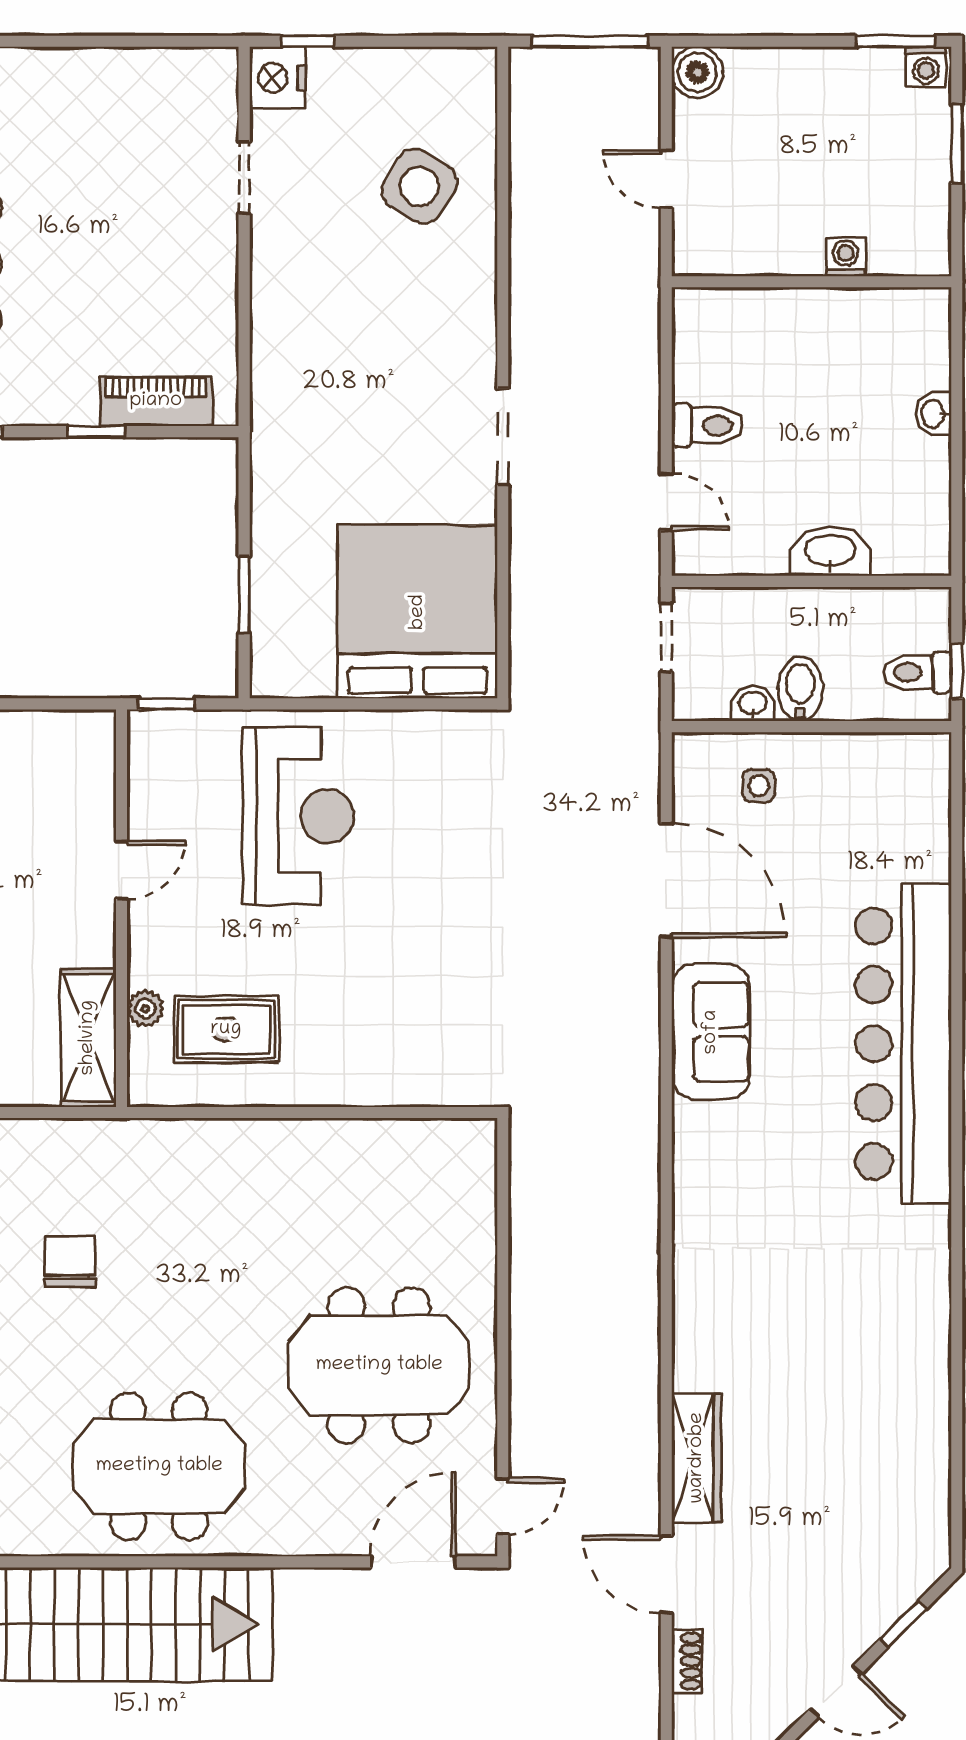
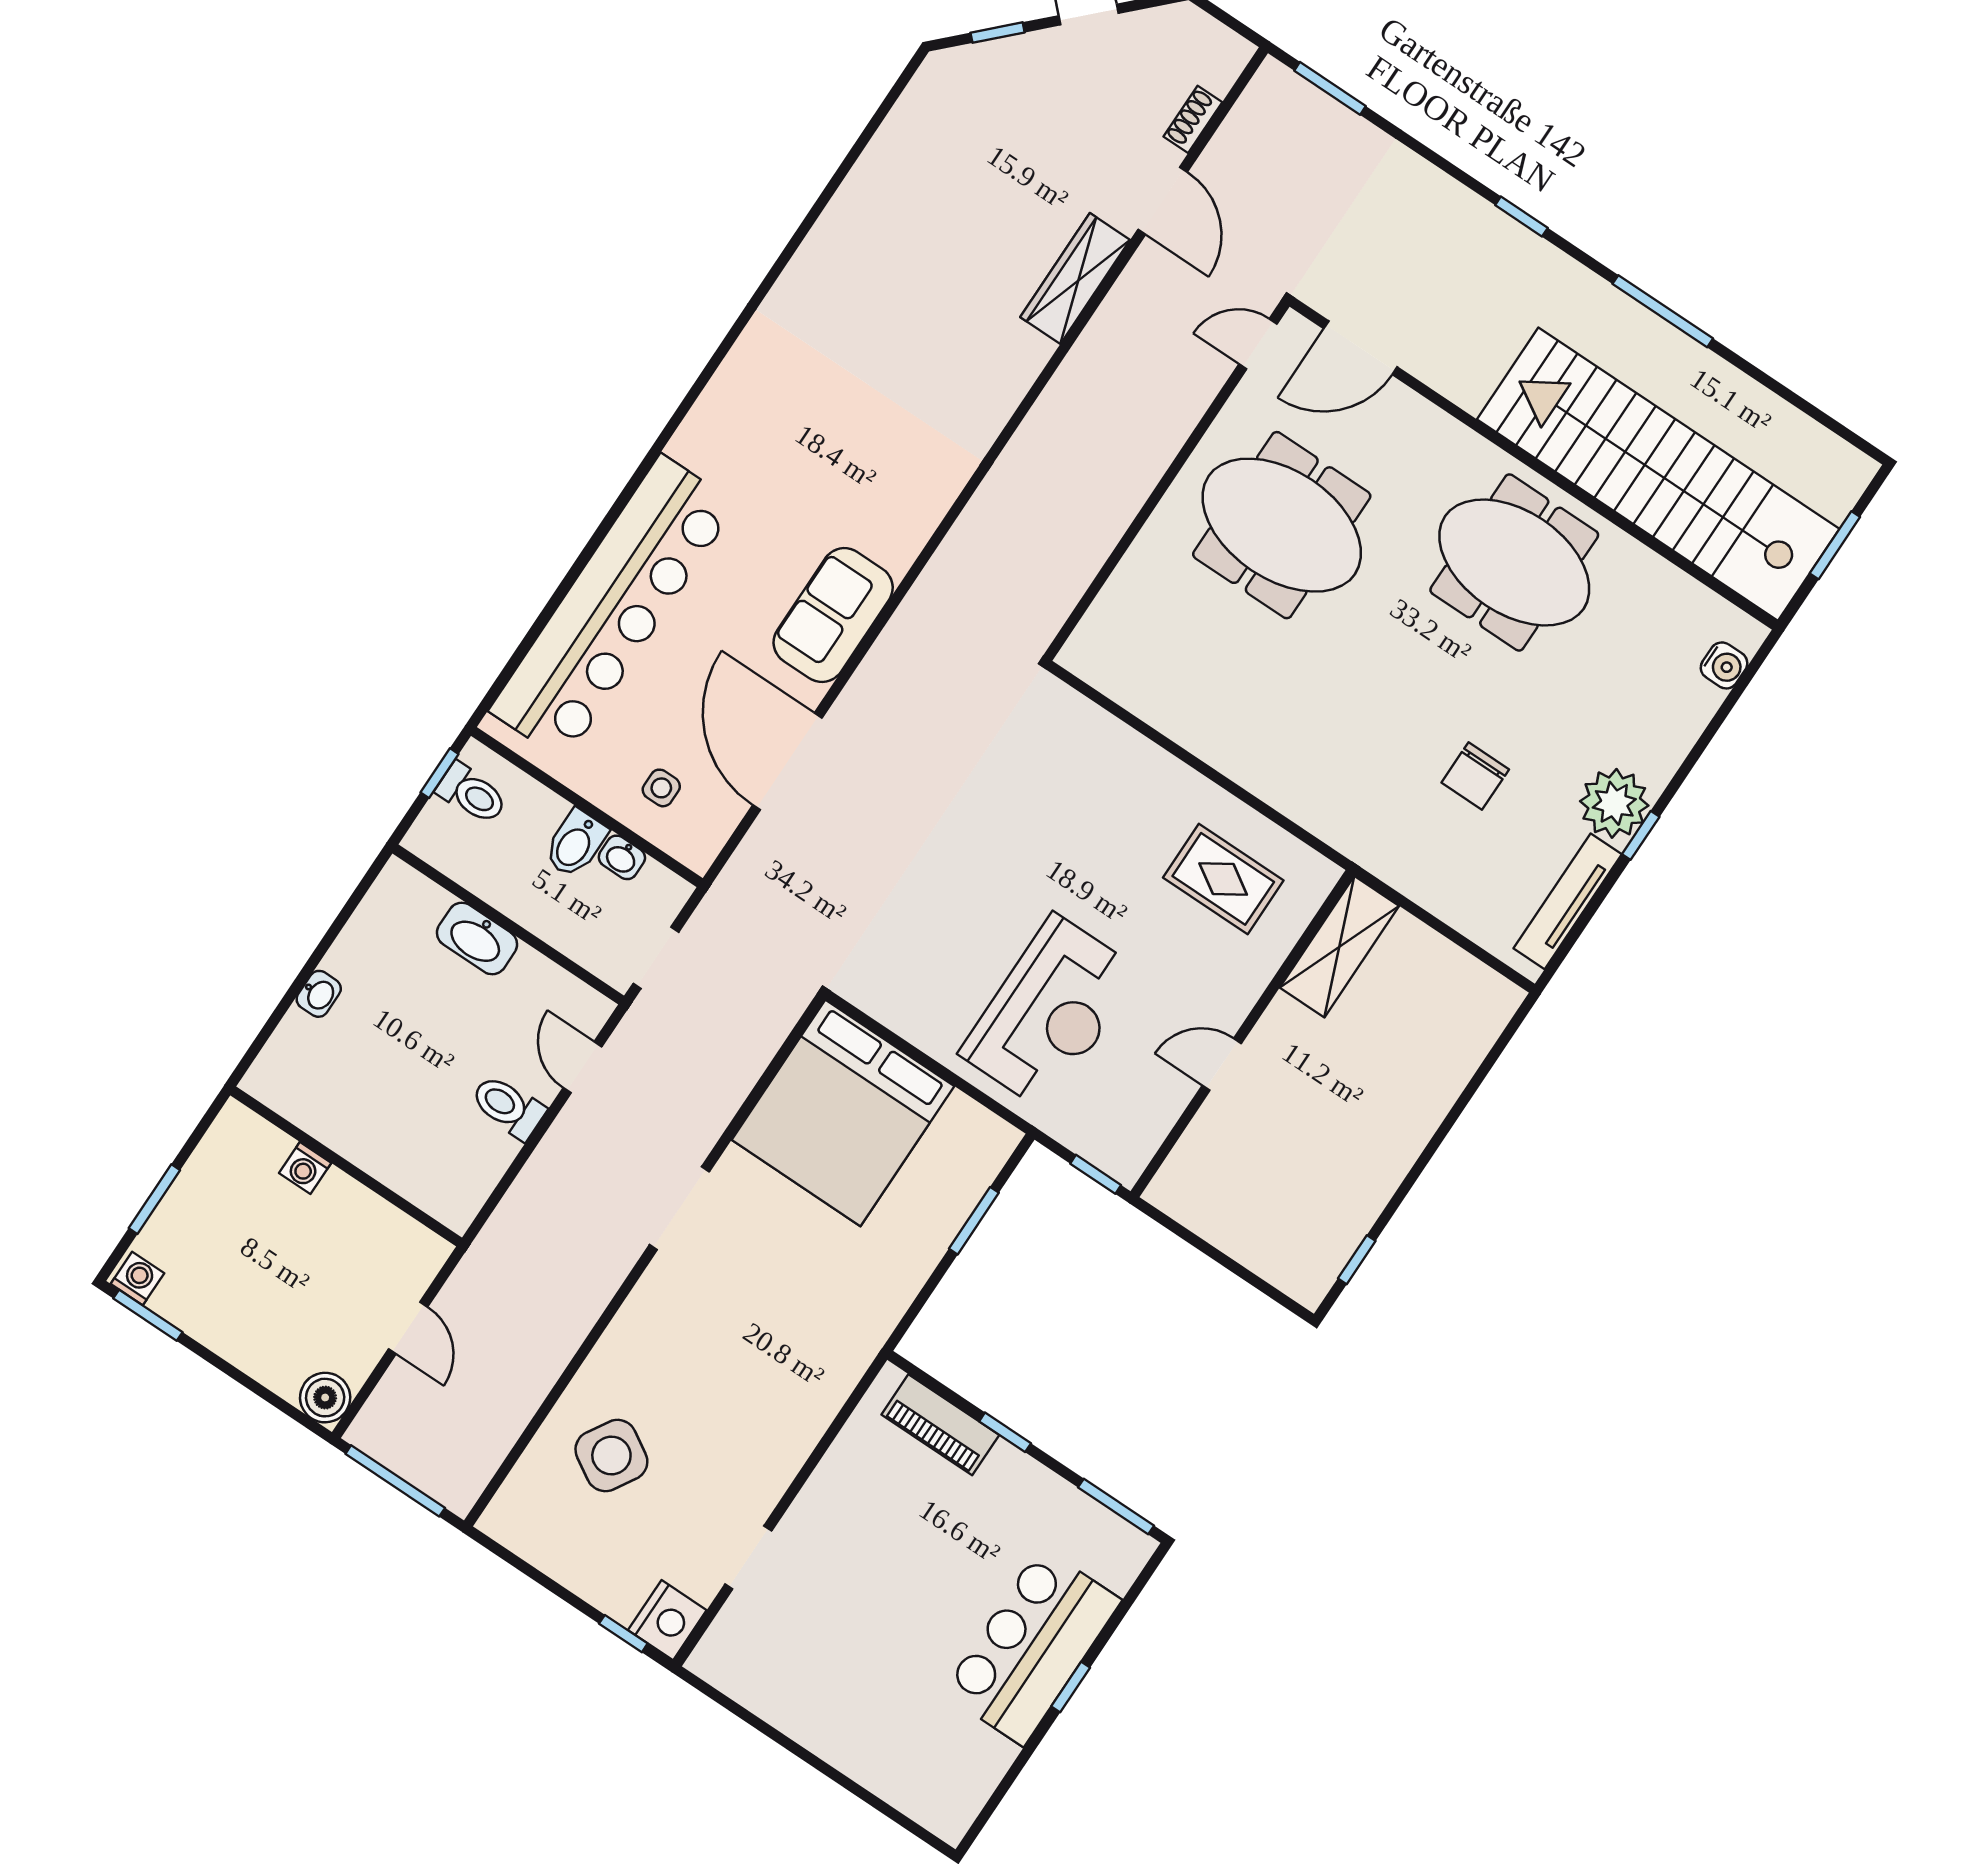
reception desk: (298, 816) -> (1050, 1012), turned 180
plant: (145, 1009) -> (1278, 940), removed
bar counter: (903, 1044) -> (613, 608), moved

